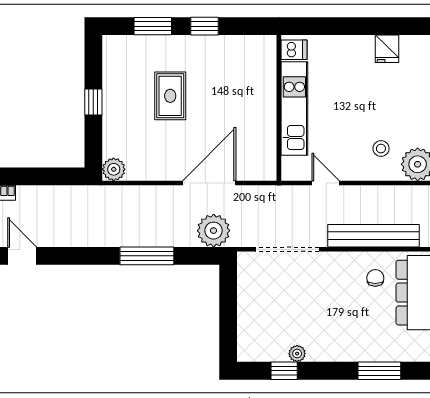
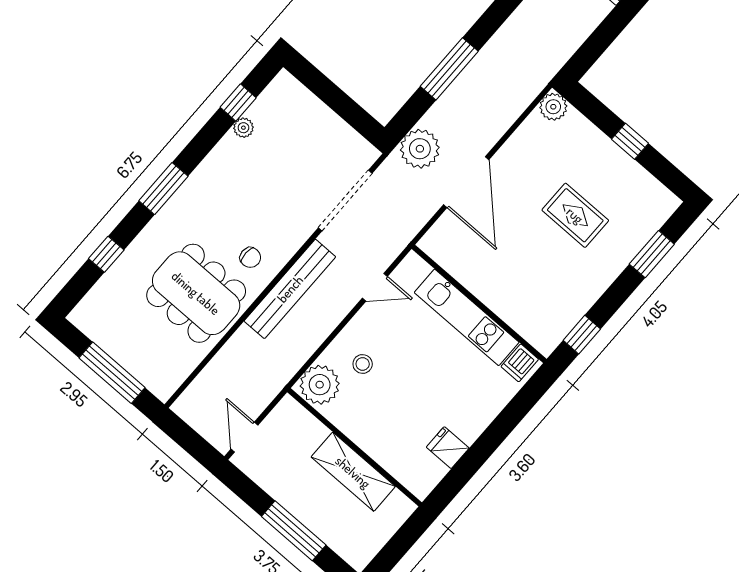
window: (204, 26) -> (582, 335), moved

